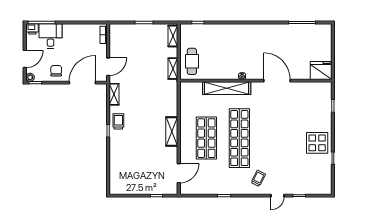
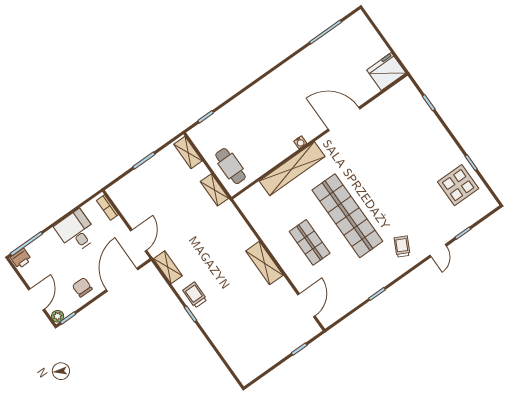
desk: (51, 36) -> (76, 231), moved
shop shelf: (206, 138) -> (310, 242), width x0.70, depth x0.74
display table: (317, 143) -> (458, 185), moved

